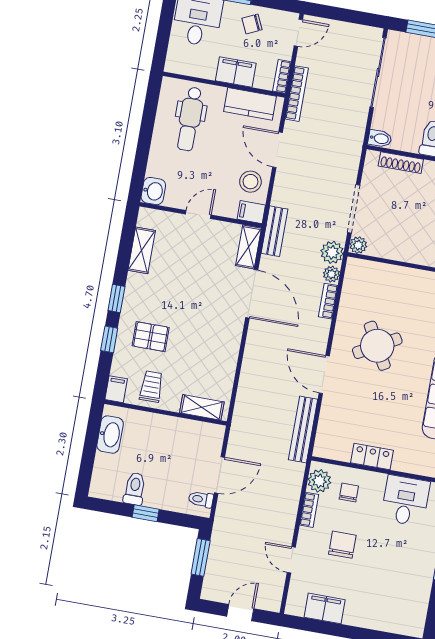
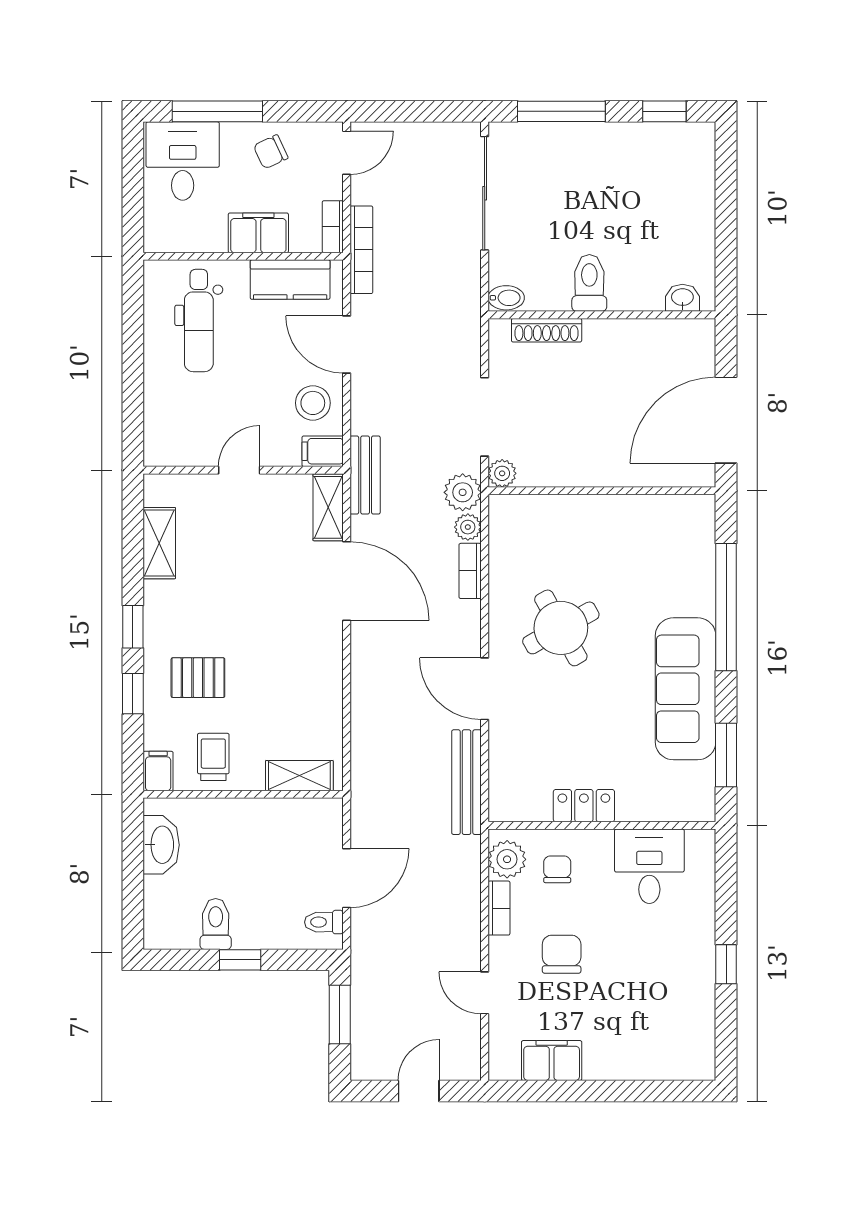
washbasin: (153, 191) -> (161, 446), removed

